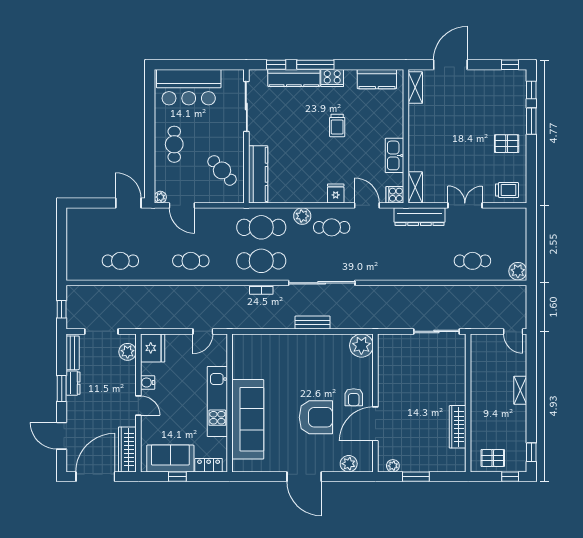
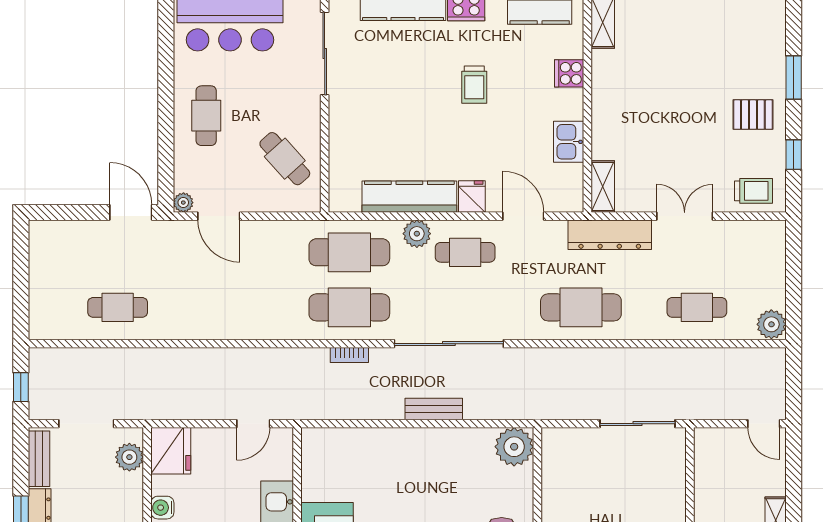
window: (531, 90) -> (794, 155), moved
kitchen sink: (394, 155) -> (569, 142), width x0.73
kitchen counter: (258, 174) -> (409, 197), moved, turned -90
cooker: (395, 195) -> (569, 73), moved
cafe table: (191, 261) -> (581, 307), moved, width x1.37, depth x1.35

